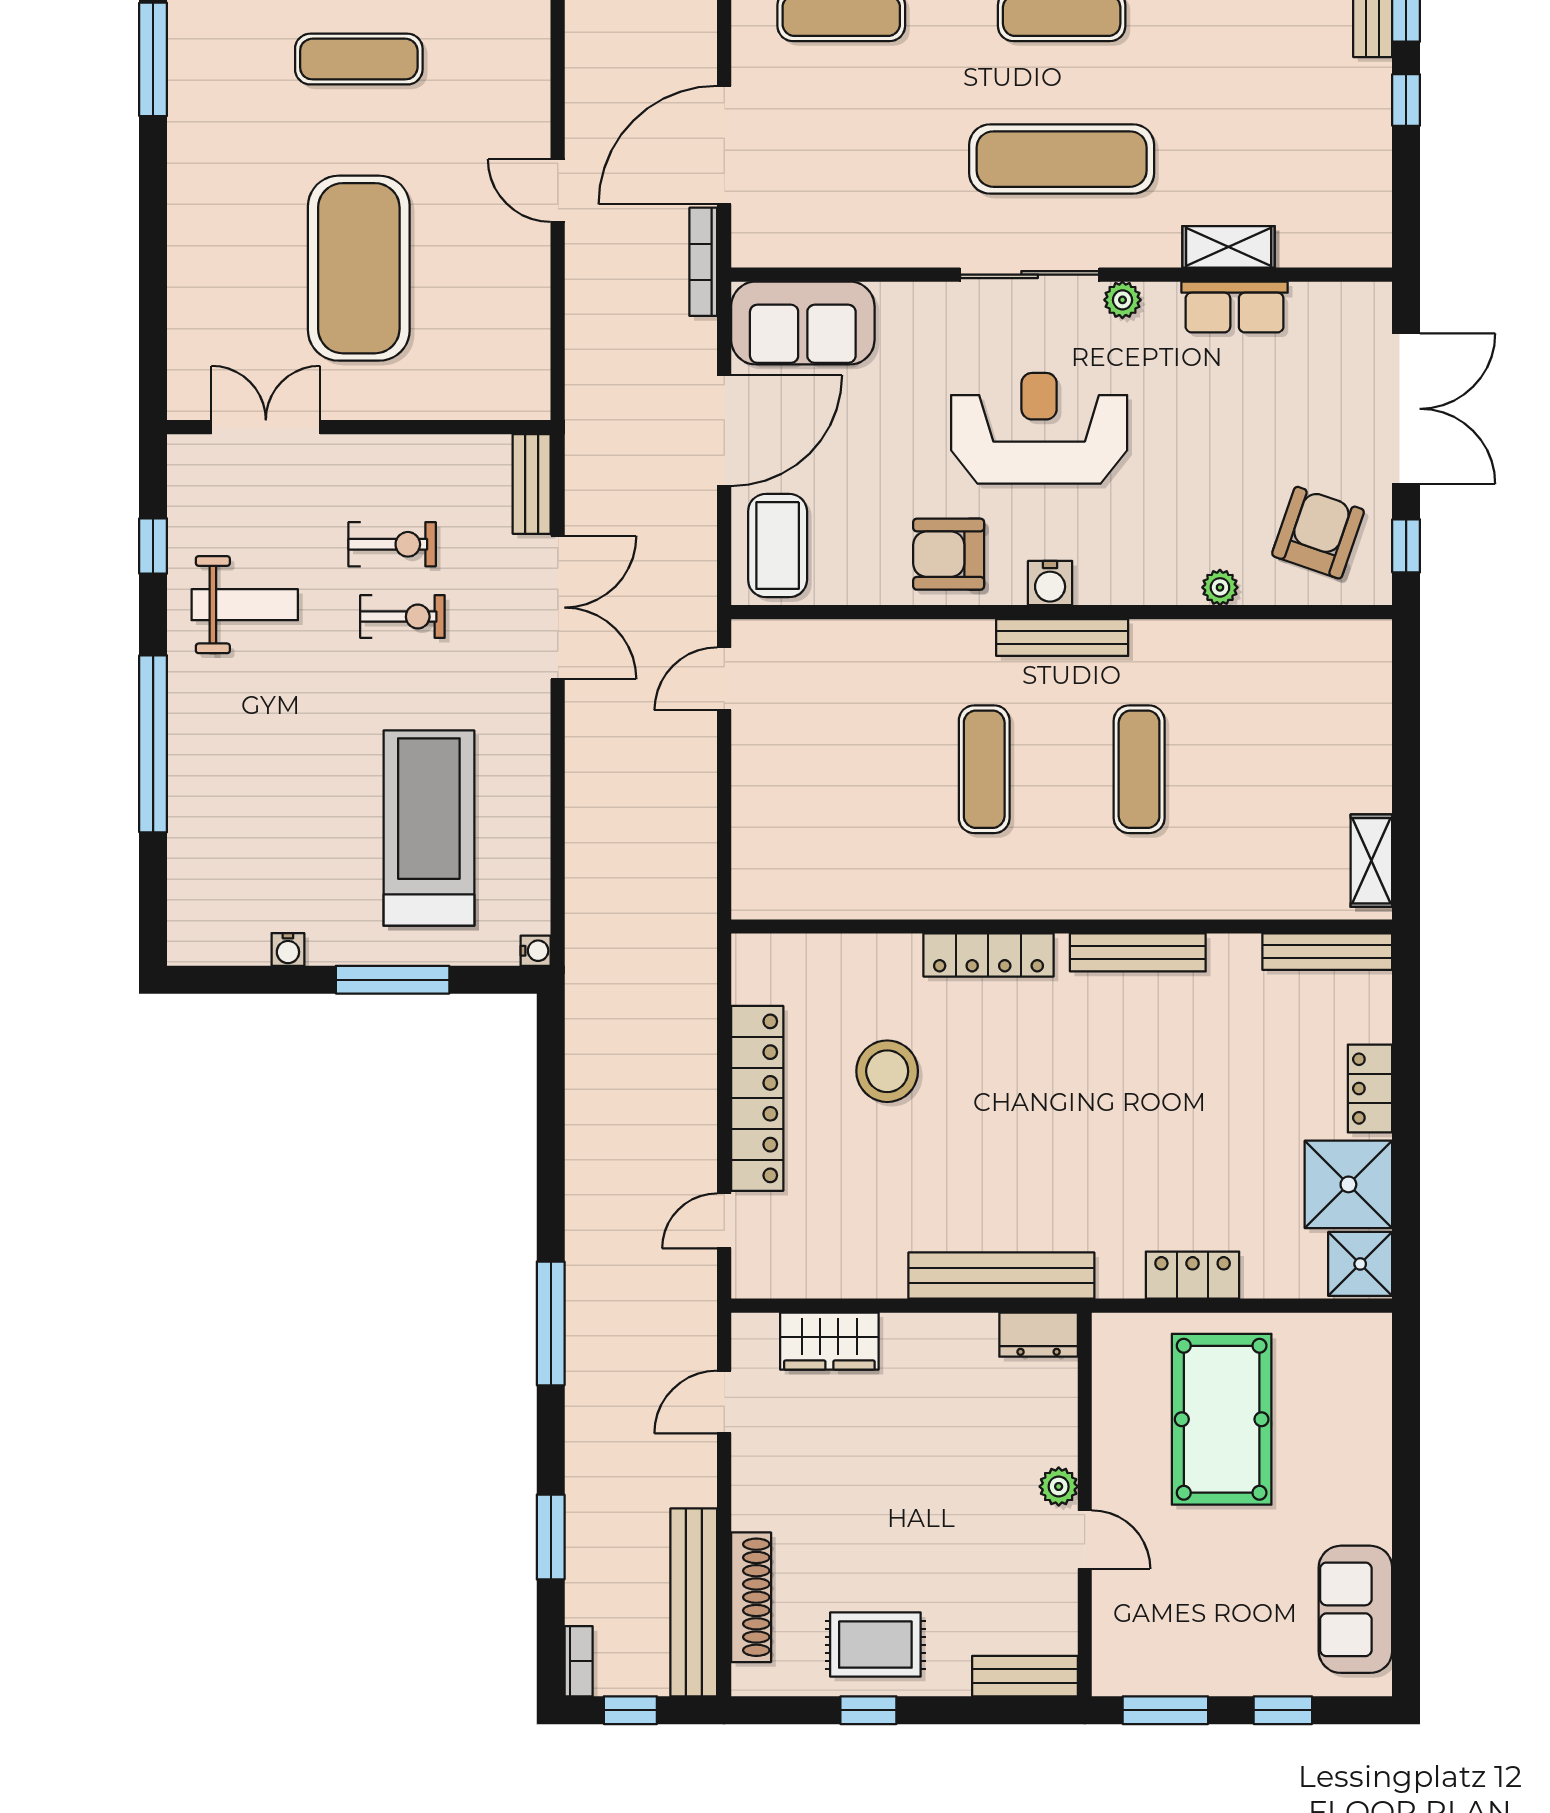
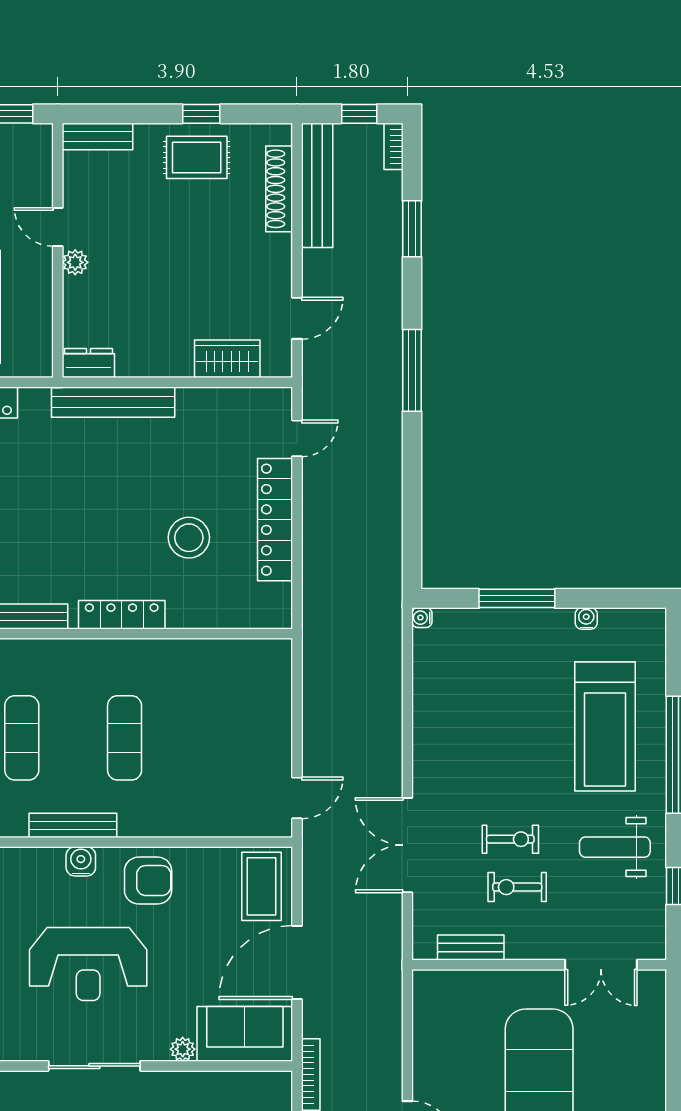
plant: (1122, 300) -> (183, 1049), moved
bench: (532, 484) -> (471, 948), moved, turned 90
exercise bike: (402, 617) -> (510, 839), turned 180
treadmill: (429, 828) -> (605, 726), moved

